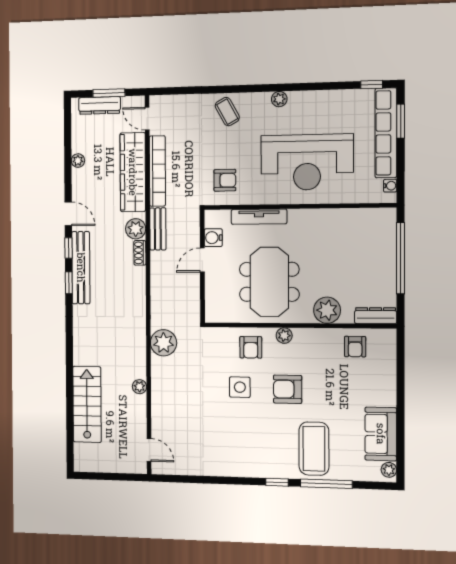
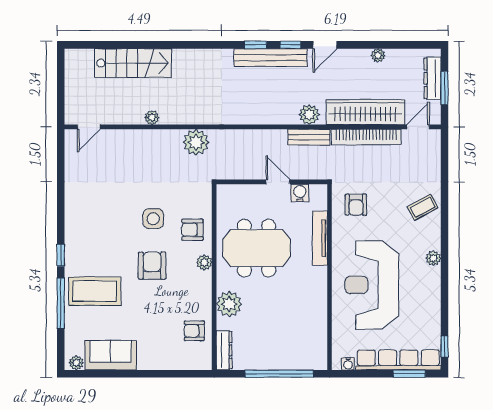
shoe rack: (140, 253) -> (285, 119), removed

